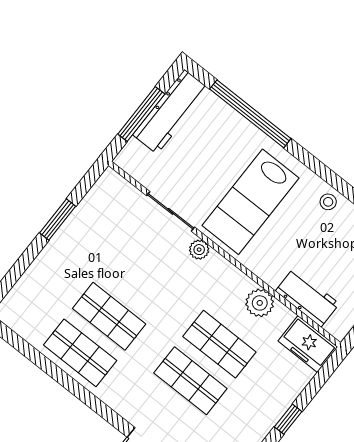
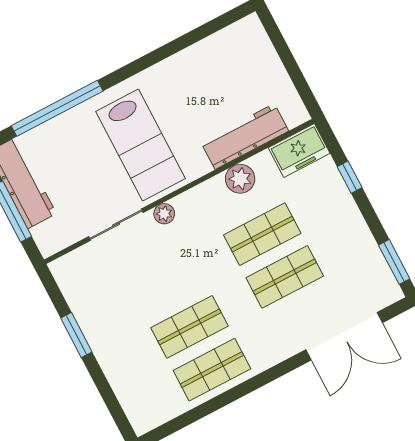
stool: (328, 202) -> (173, 72), removed
workbench: (307, 297) -> (245, 137), width x1.38
window: (288, 419) -> (350, 177), moved

